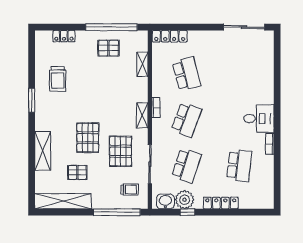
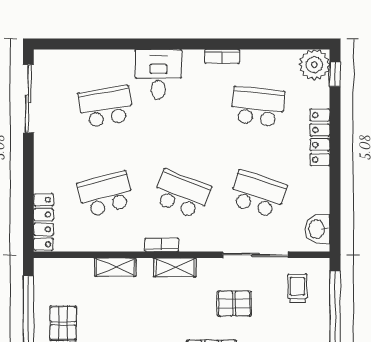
shelving: (142, 64) -> (115, 267), moved
school desk: (239, 74) -> (106, 107), added
desk: (259, 119) -> (158, 74), moved
pallet: (120, 151) -> (234, 304), width x0.67, depth x0.71
plant: (185, 200) -> (314, 65), moved
window: (187, 212) -> (335, 74), moved

